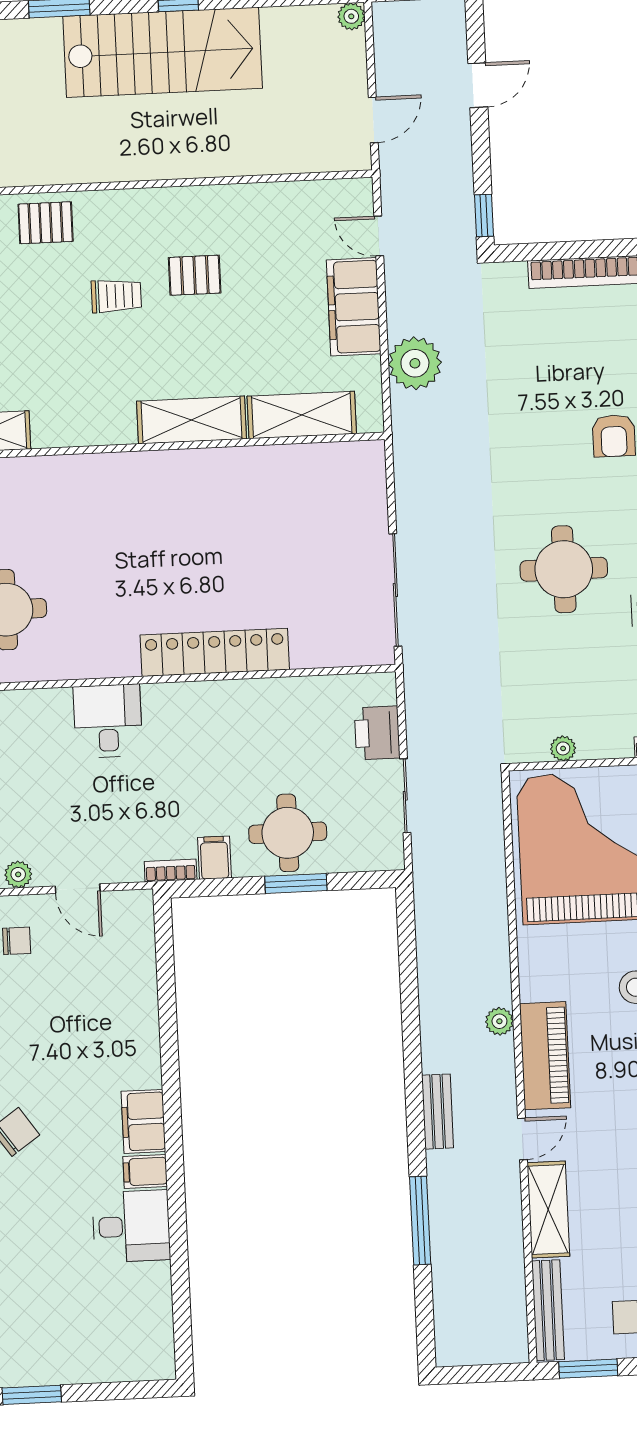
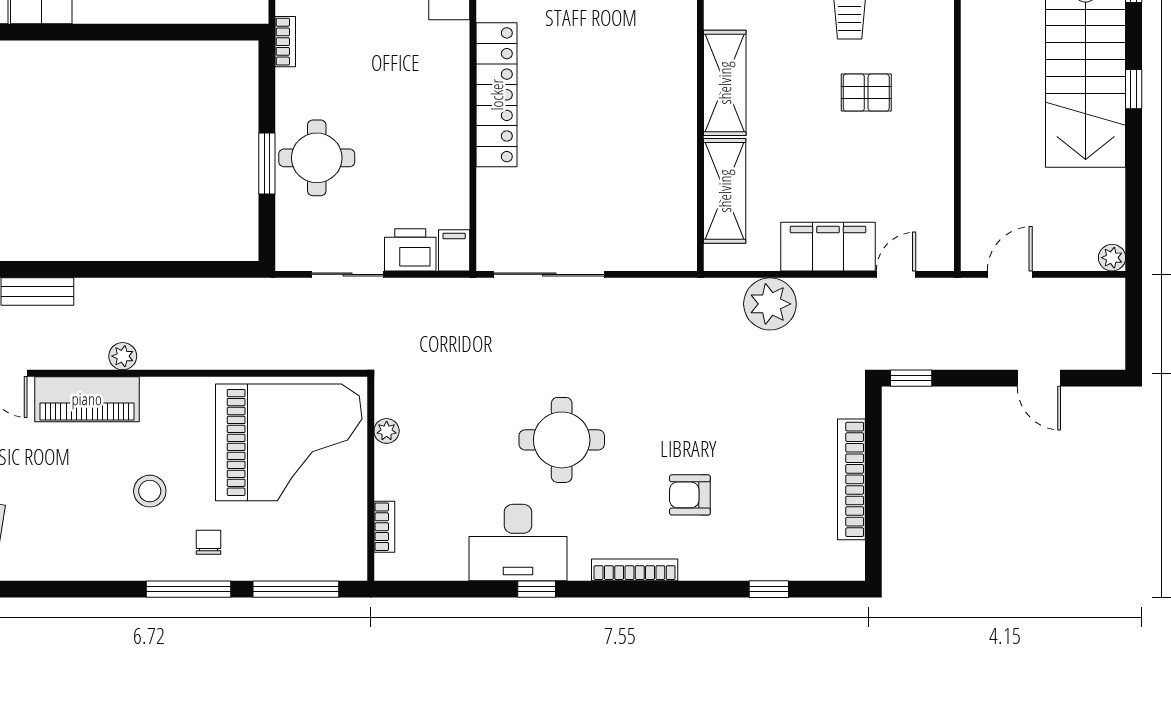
door: (373, 120) -> (1010, 274), swing flipped
pallet: (195, 275) -> (866, 93), turned 90
filing cabinet: (214, 858) -> (454, 250), moved, turned -90

